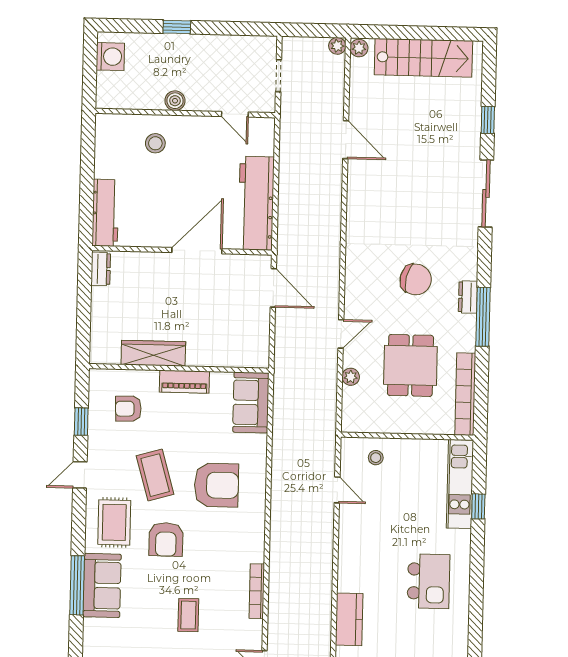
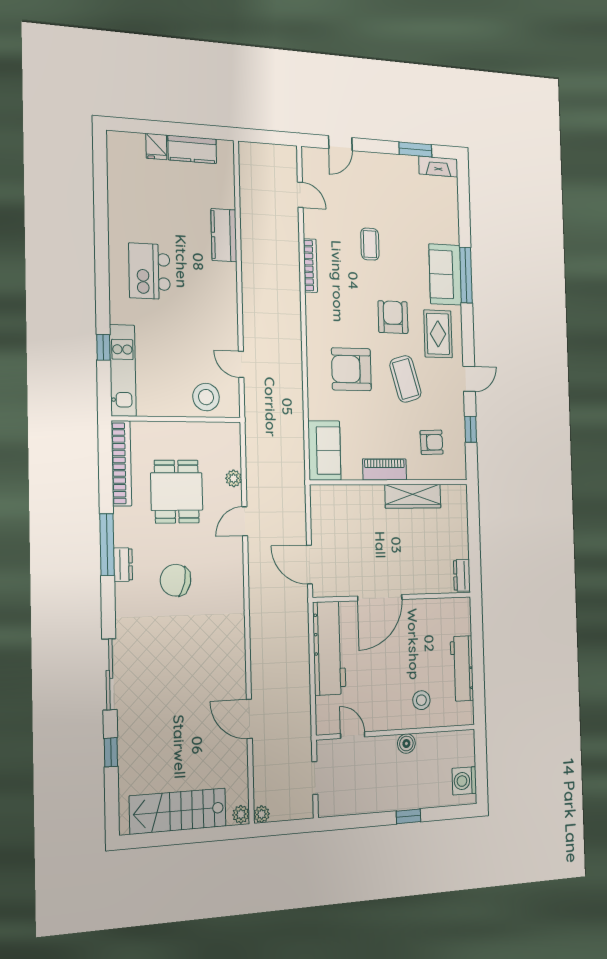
workbench: (105, 213) -> (462, 668), moved
stool: (376, 458) -> (206, 397), width x1.89, depth x1.89

